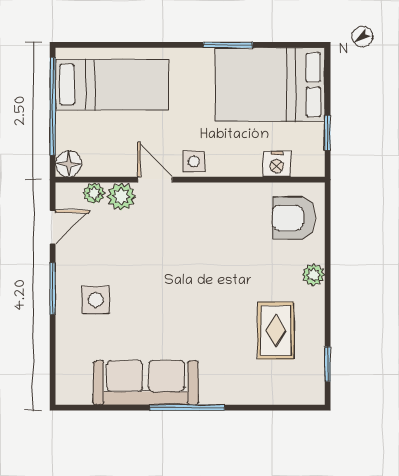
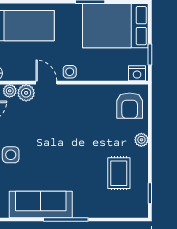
nightstand: (277, 164) -> (137, 73), moved
armchair: (294, 218) -> (130, 106), turned -90

